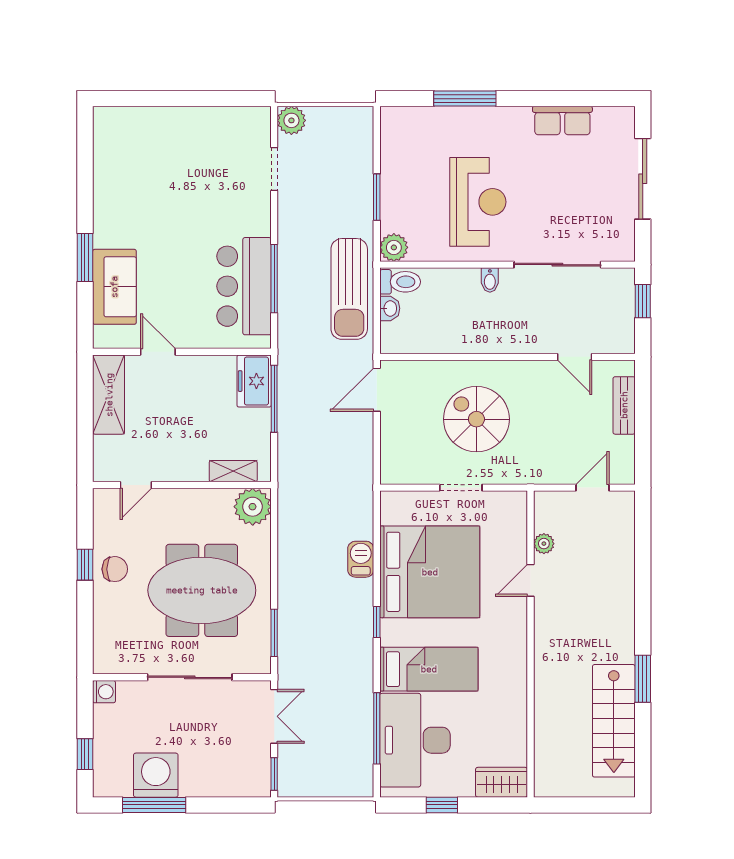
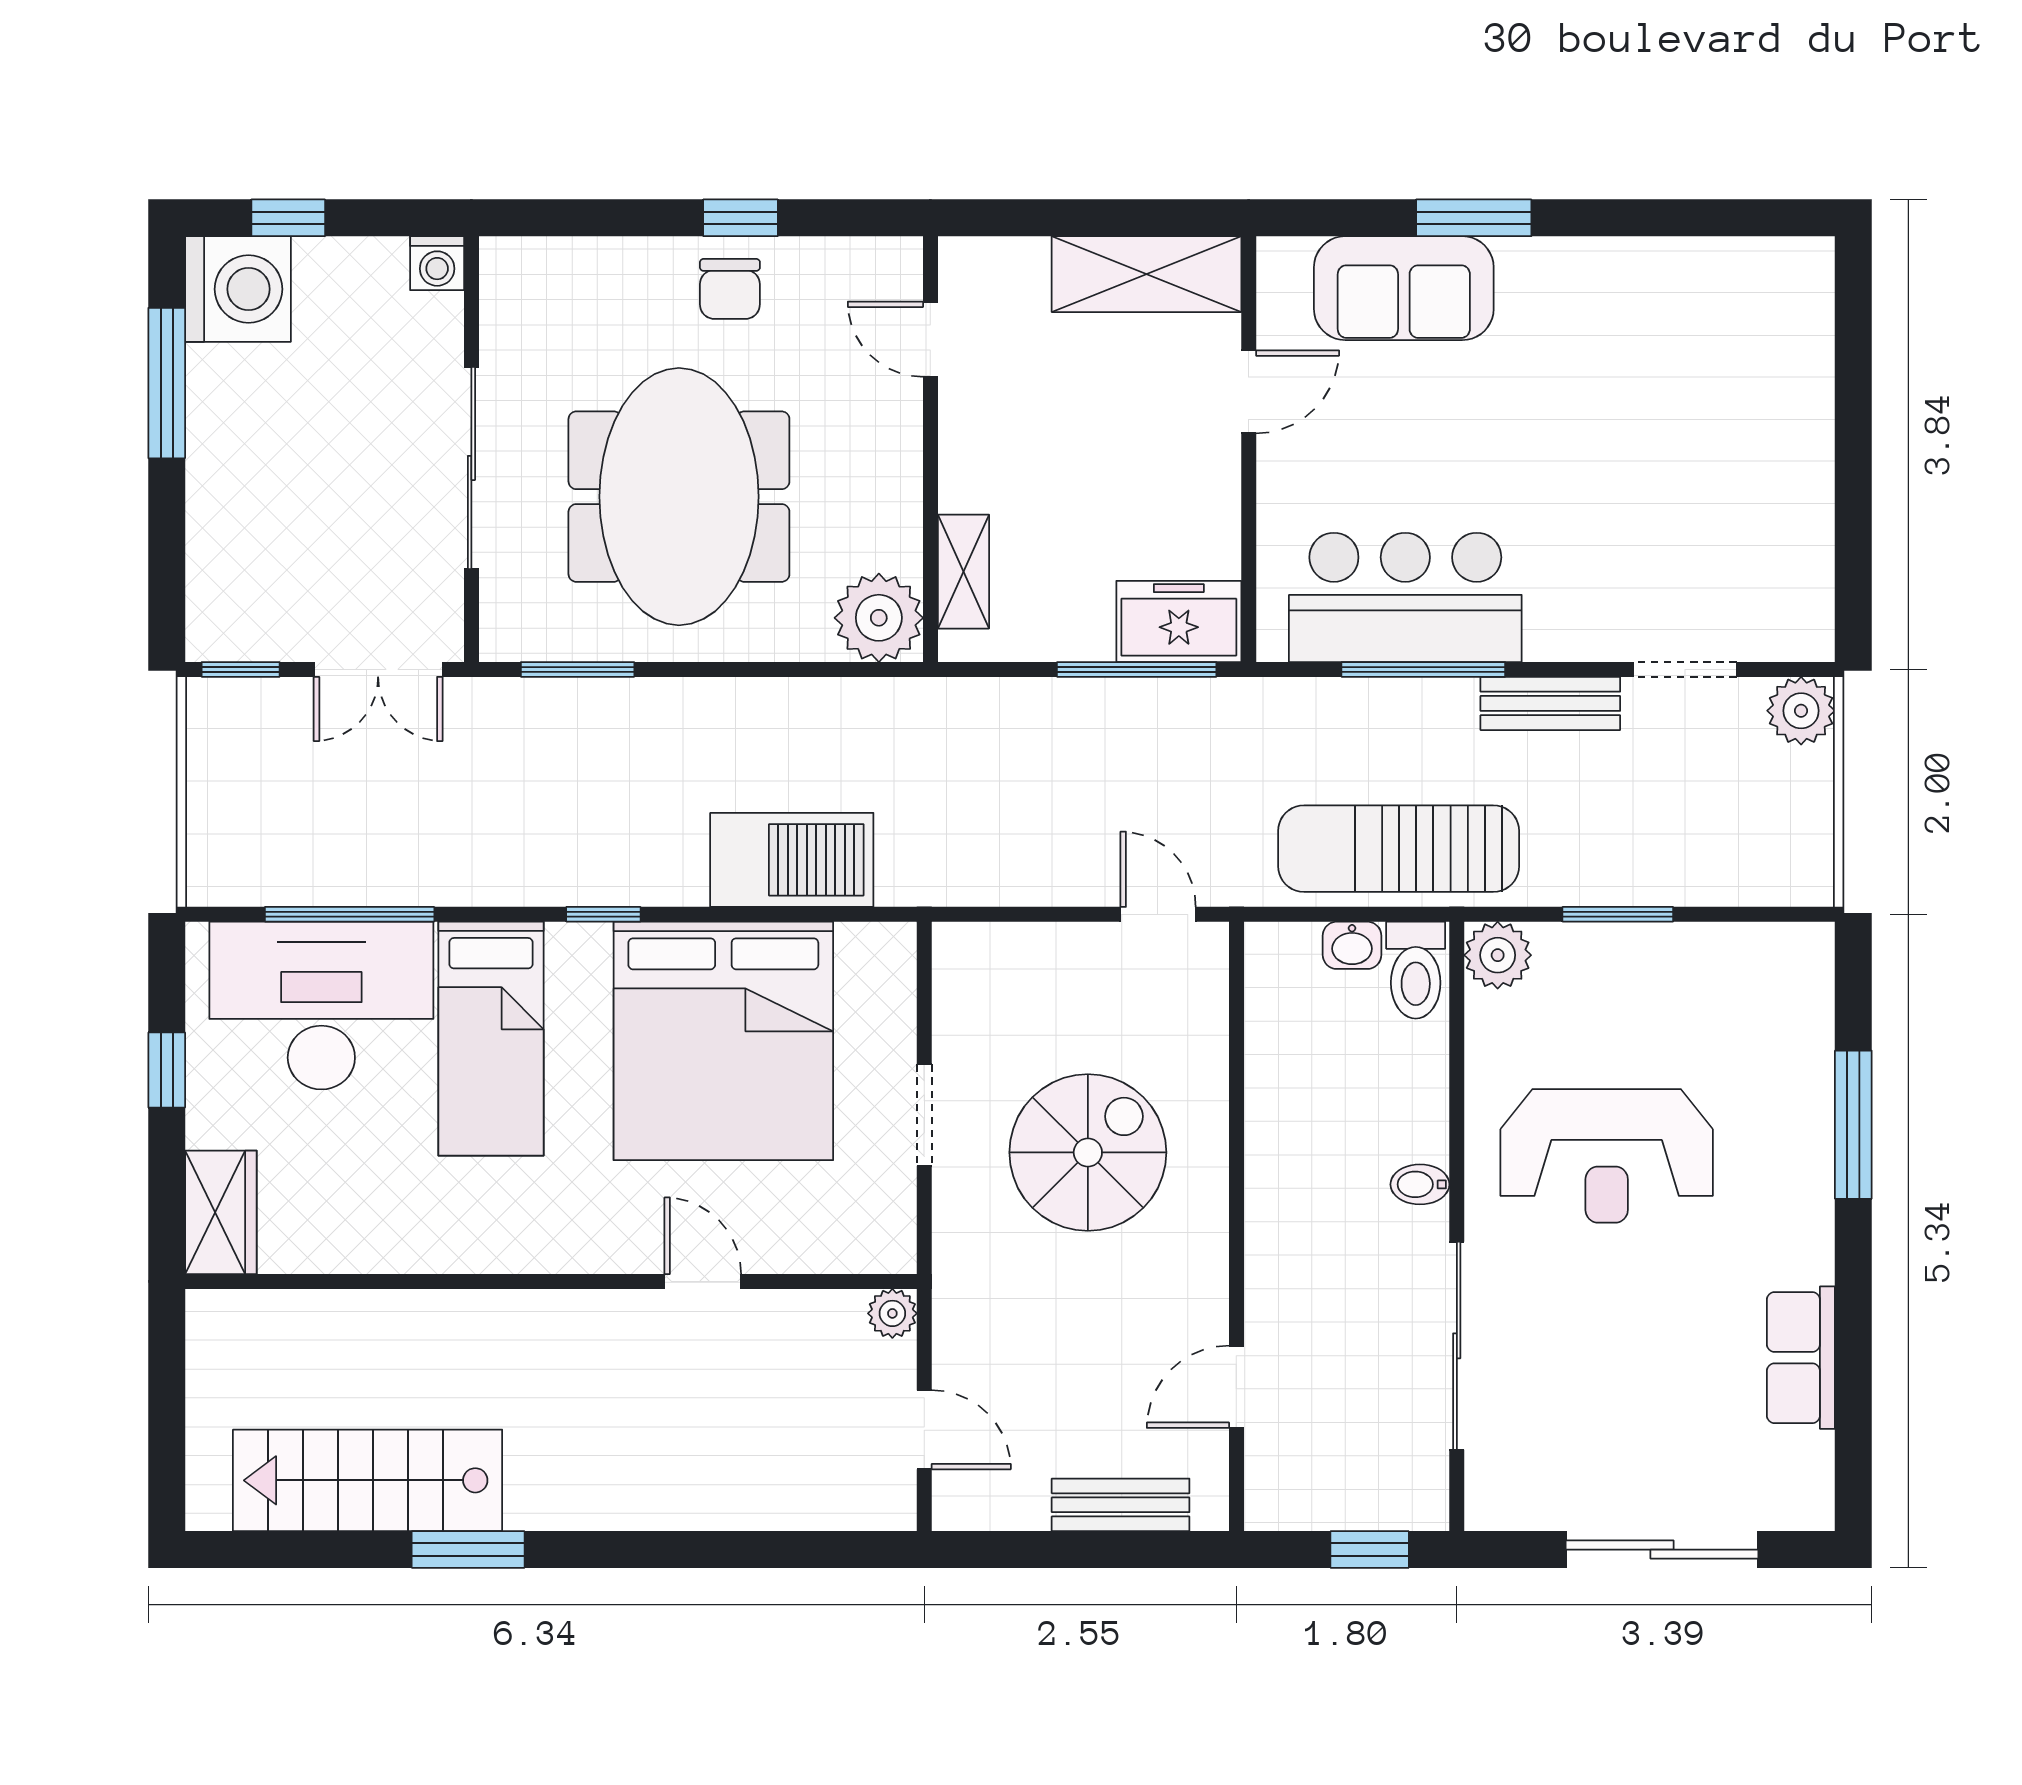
bench: (288, 225) -> (1550, 703), added
door: (377, 390) -> (1158, 914), width x0.73
plant: (544, 544) -> (892, 1313), moved
barbecue: (361, 559) -> (792, 860), width x1.88, depth x1.53
washing machine: (156, 775) -> (238, 289), moved

